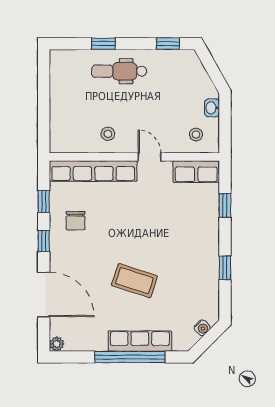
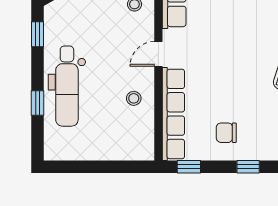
dental chair: (119, 71) -> (67, 86), width x1.36, depth x1.38
window: (44, 202) -> (189, 167), moved
chair: (76, 221) -> (226, 133), turned 180

